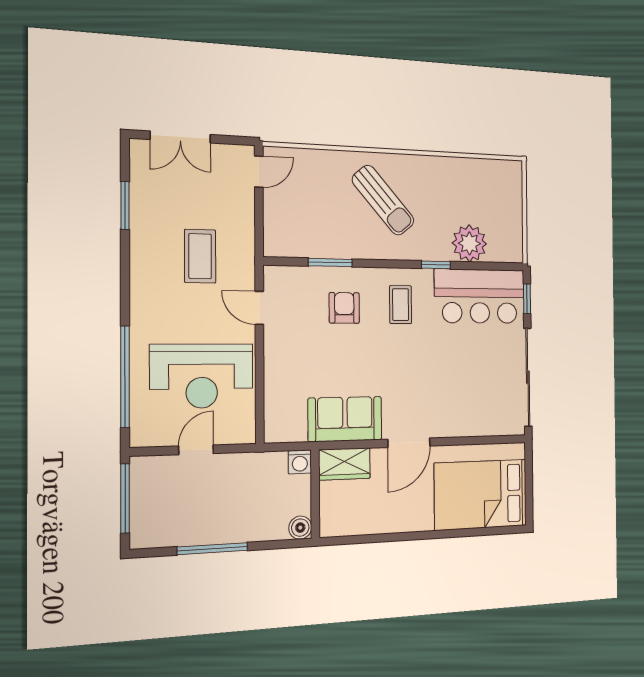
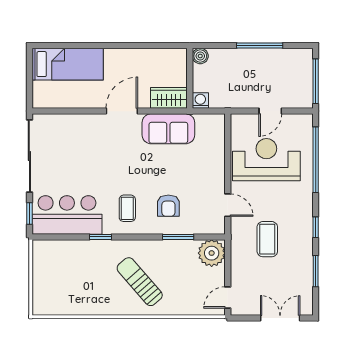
plant: (469, 243) -> (212, 253), moved
window: (125, 273) -> (316, 227), added
bed: (481, 495) -> (68, 64), width x0.67

